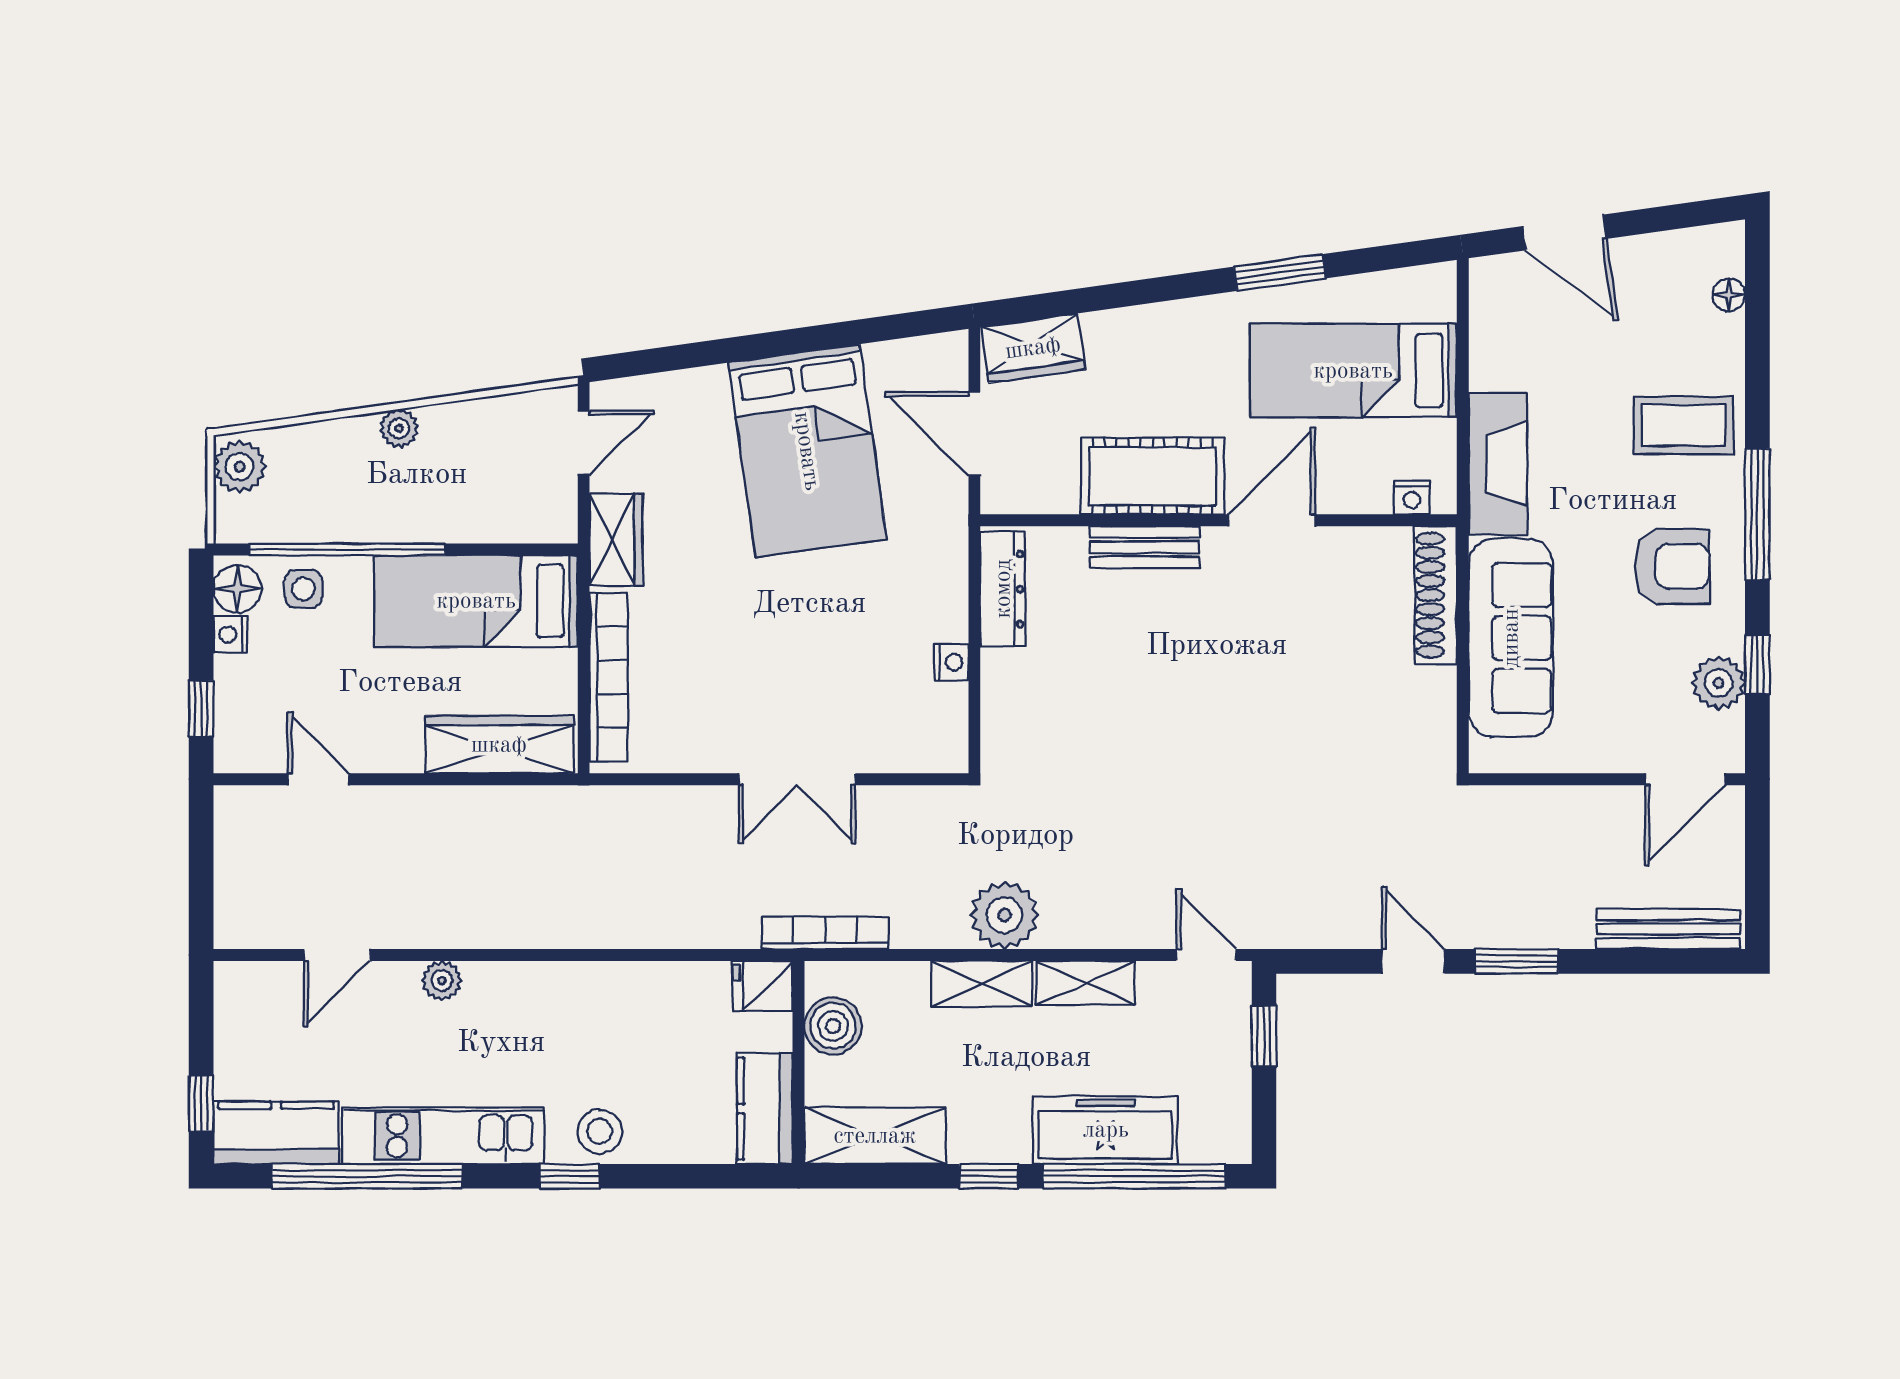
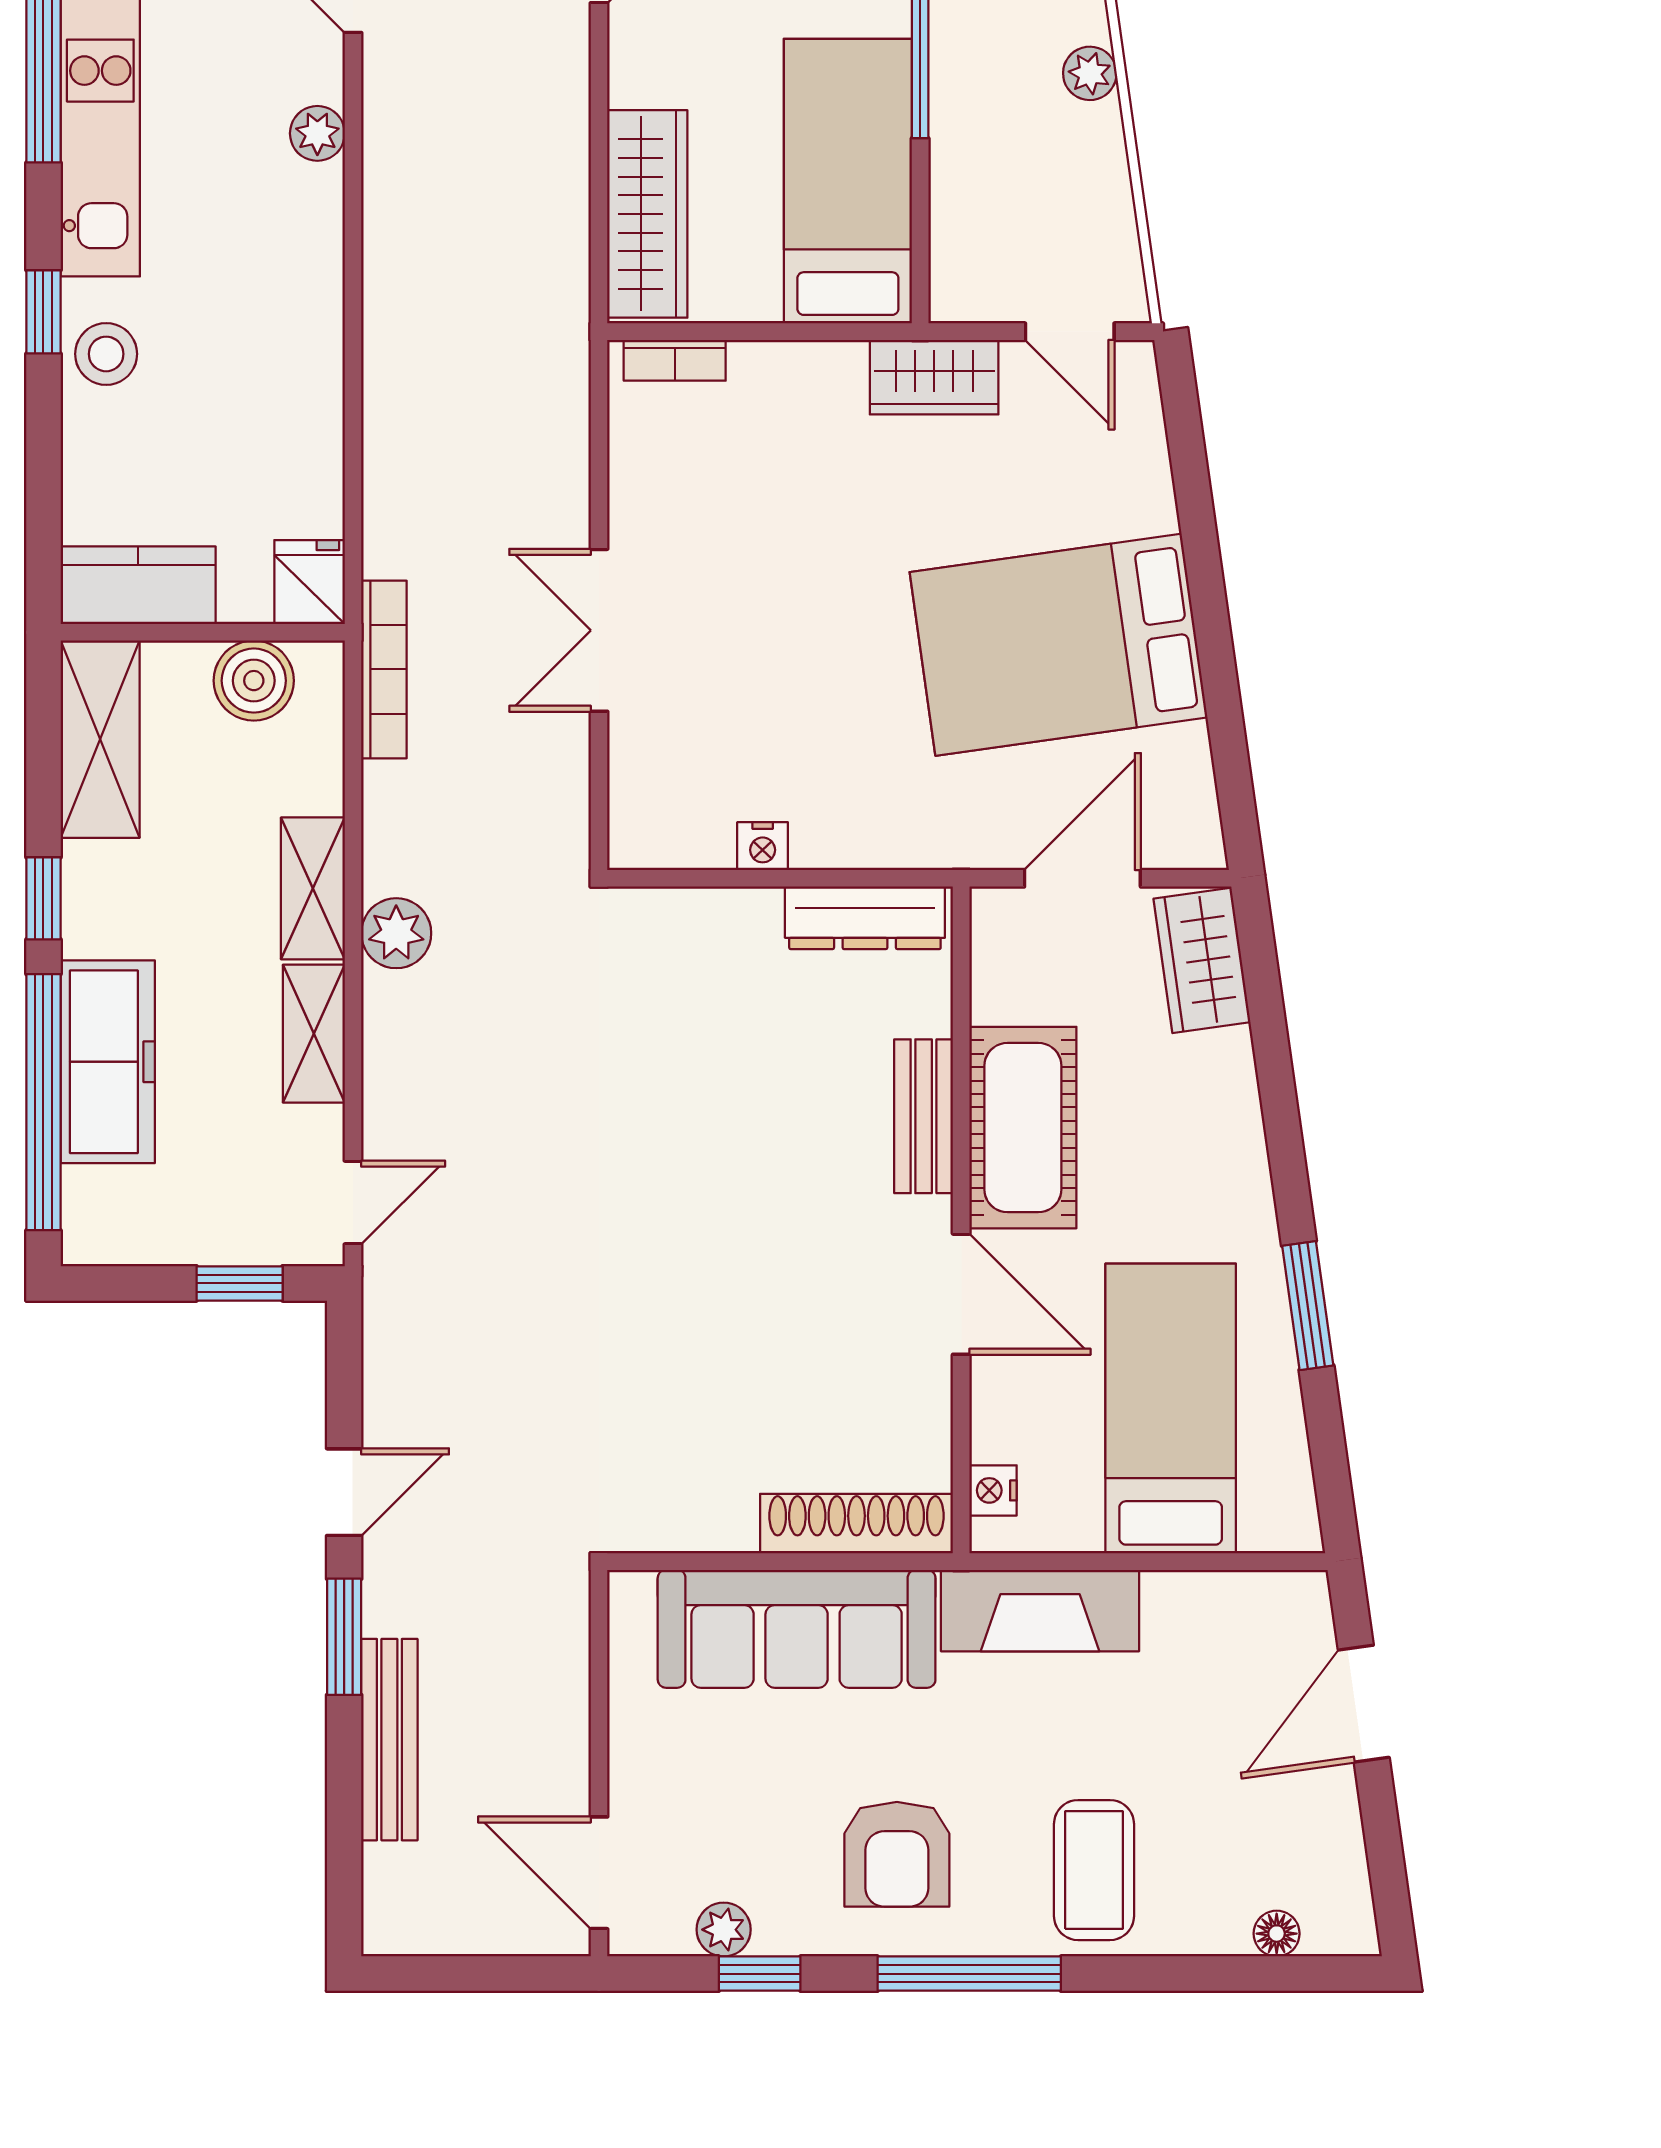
bookcase: (609, 677) -> (675, 360), width x0.43, depth x0.76
plant: (1719, 683) -> (724, 1930), width x0.73, depth x0.73
plant: (1005, 915) -> (396, 933), width x0.73, depth x0.73
bench: (1668, 929) -> (389, 1740), moved

